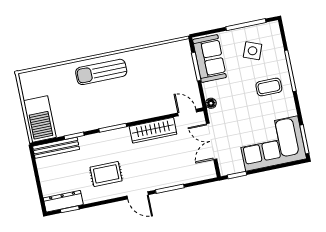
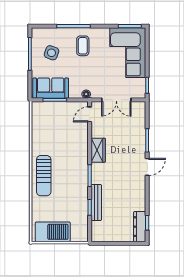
barbecue: (40, 119) -> (53, 232), moved
wardrobe: (153, 130) -> (98, 150), width x0.67
bench: (56, 148) -> (96, 203), moved
rug: (106, 174) -> (125, 188), removed

